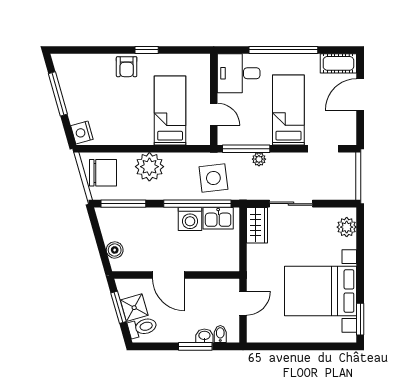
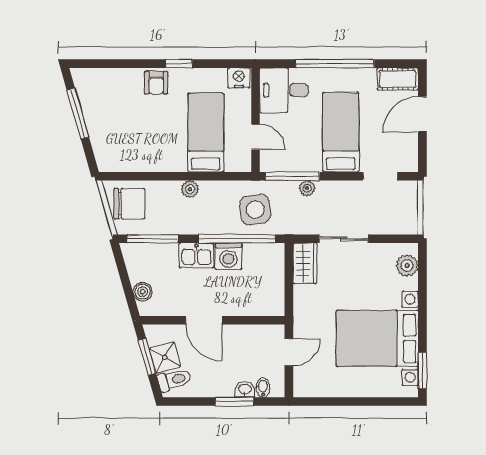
nightstand: (82, 132) -> (239, 78), moved, turned 106
plant: (149, 167) -> (190, 189), width x0.53, depth x0.53
kitchen sink: (218, 218) -> (196, 255), moved

